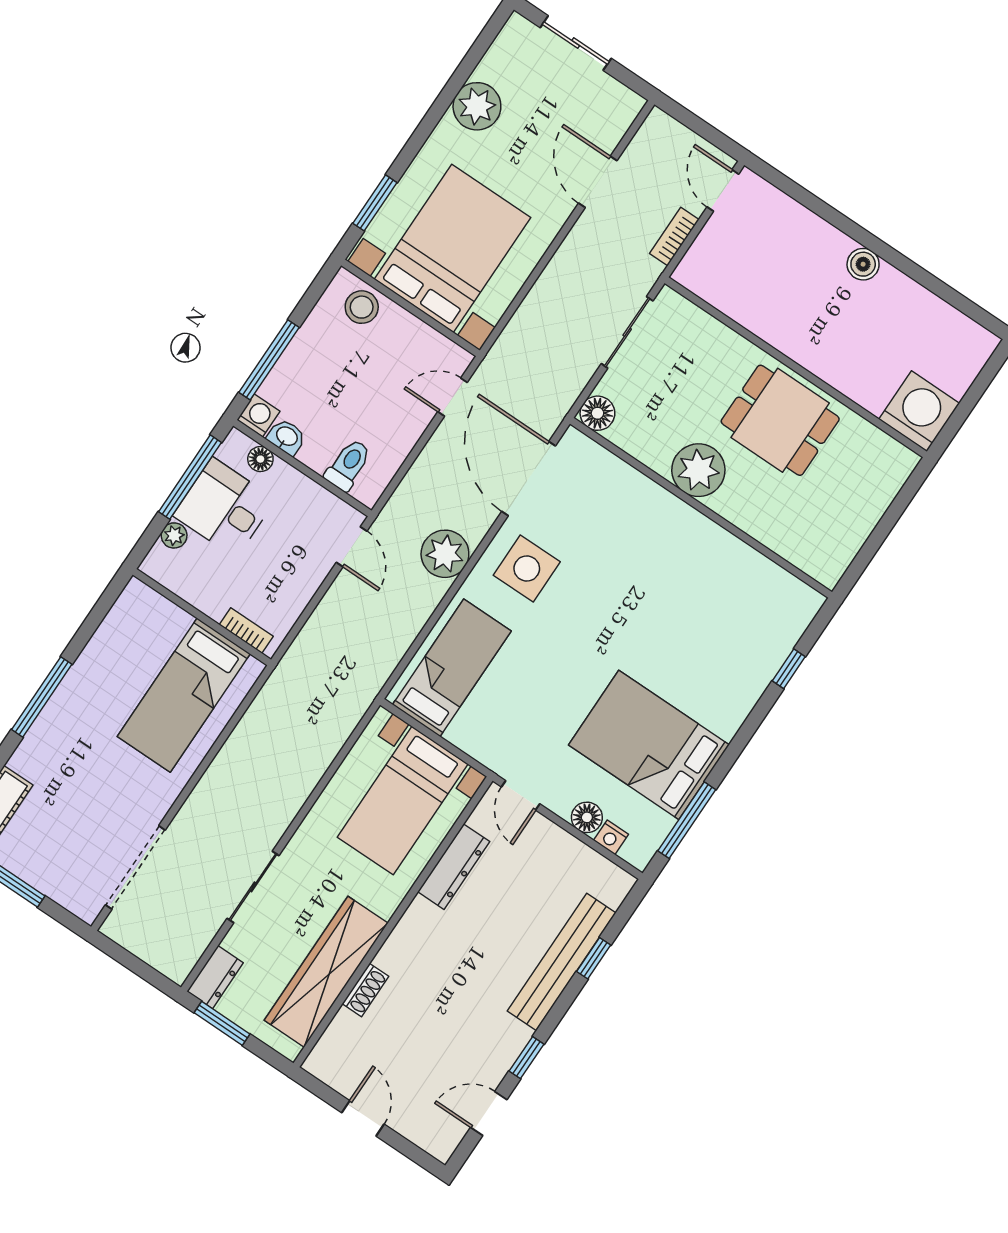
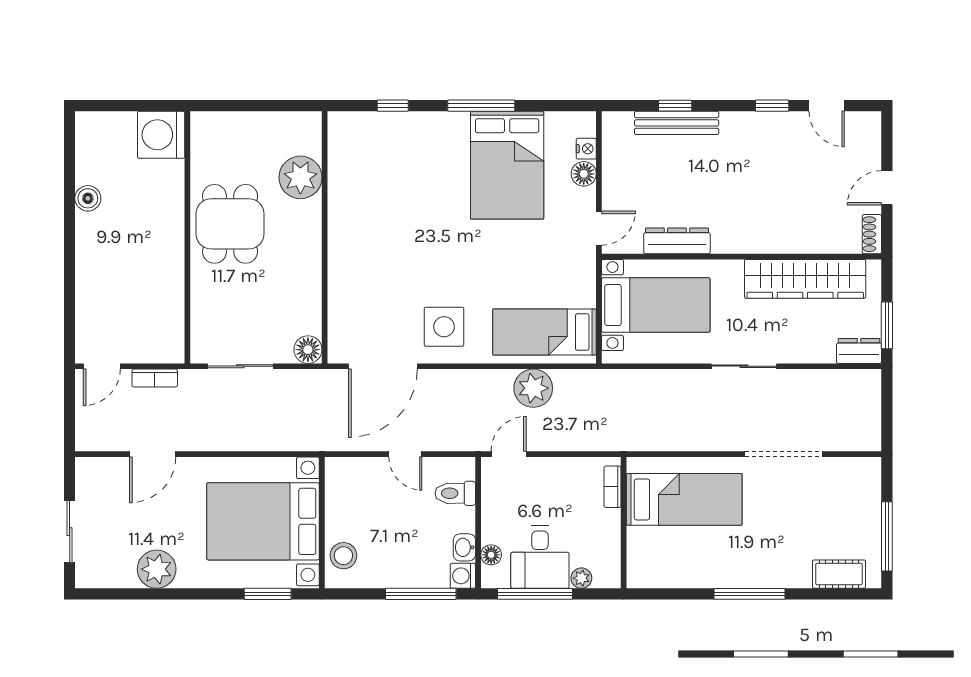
boiler: (863, 264) -> (88, 198), moved
door: (453, 397) -> (405, 454), moved
plant: (698, 470) -> (300, 177), moved
plant: (445, 554) -> (533, 388), moved
window: (687, 820) -> (481, 106), moved
doorway: (135, 867) -> (783, 454), moved
sliding door: (253, 887) -> (744, 366), moved
bench: (562, 962) -> (677, 123), width x0.73, depth x0.82
shoe rack: (365, 990) -> (872, 234), moved, turned -90

